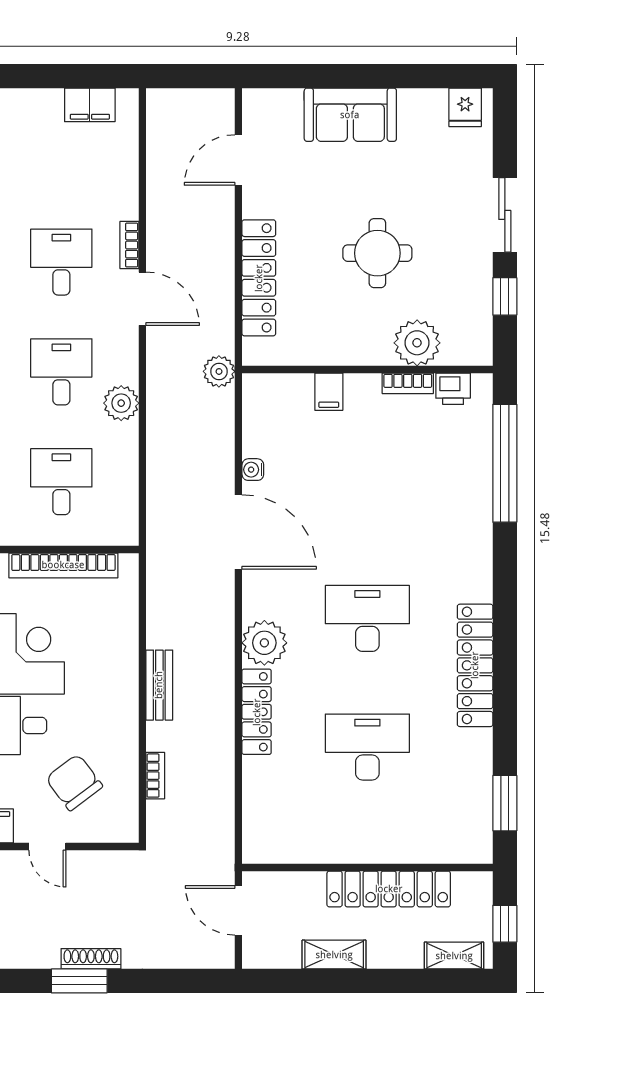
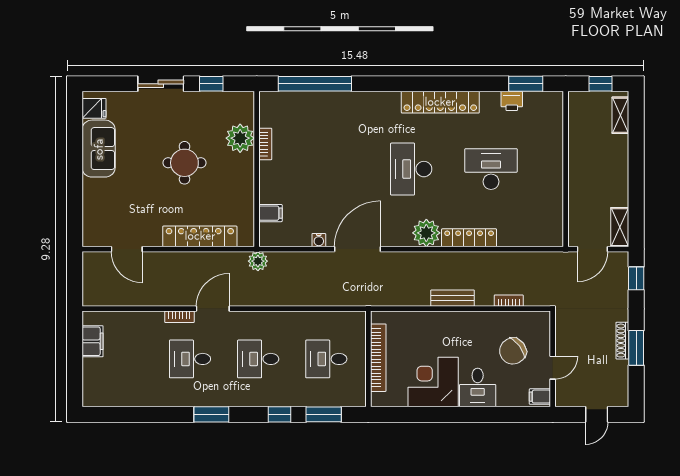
sofa: (350, 115) -> (99, 149), moved
printer: (453, 389) -> (512, 101), moved, turned 90
filing cabinet: (329, 392) -> (270, 213), moved
plant: (121, 403) -> (278, 322), removed
desk: (367, 747) -> (491, 169), turned 90
locker: (389, 889) -> (579, 156), removed
shelving: (334, 955) -> (620, 227), moved
window: (191, 981) -> (636, 278), added

